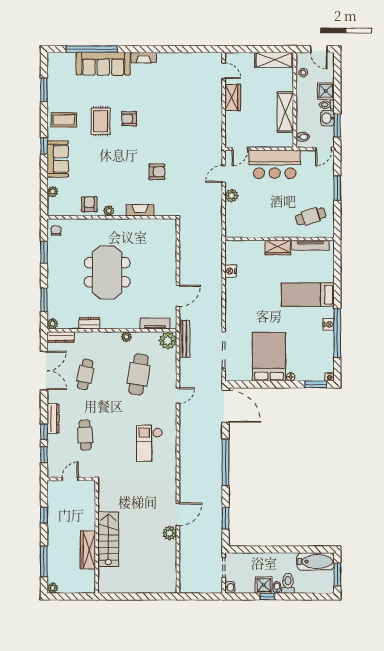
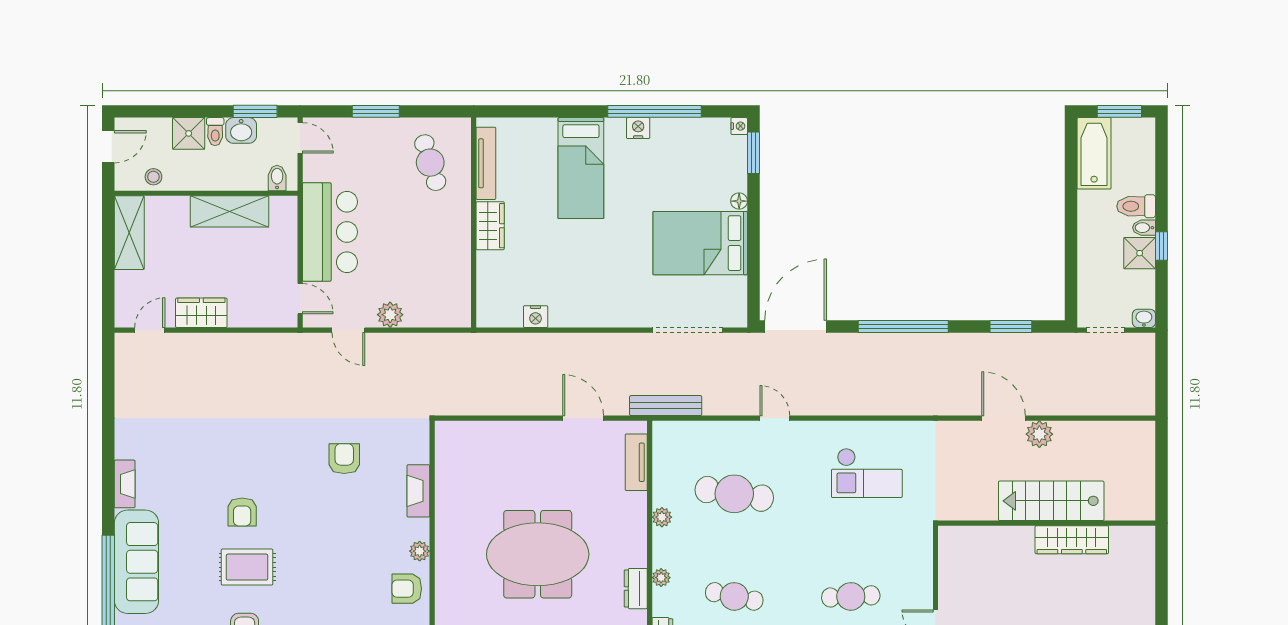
plant: (168, 341) -> (661, 578), moved, width x0.53, depth x0.53
wall: (97, 537) -> (1047, 523), moved
stairs: (108, 539) -> (1051, 501), moved
wardrobe: (88, 550) -> (1072, 540), moved

